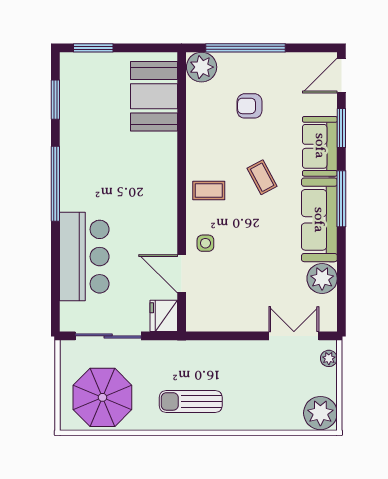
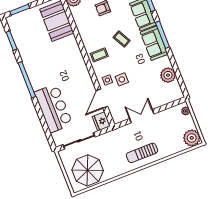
sofa: (319, 220) -> (154, 43), width x0.73
side table: (233, 253) -> (122, 79), added
door: (182, 274) -> (102, 99), hinge flipped
double door: (294, 336) -> (142, 116), moved
sun lounger: (191, 401) -> (142, 153), moved

